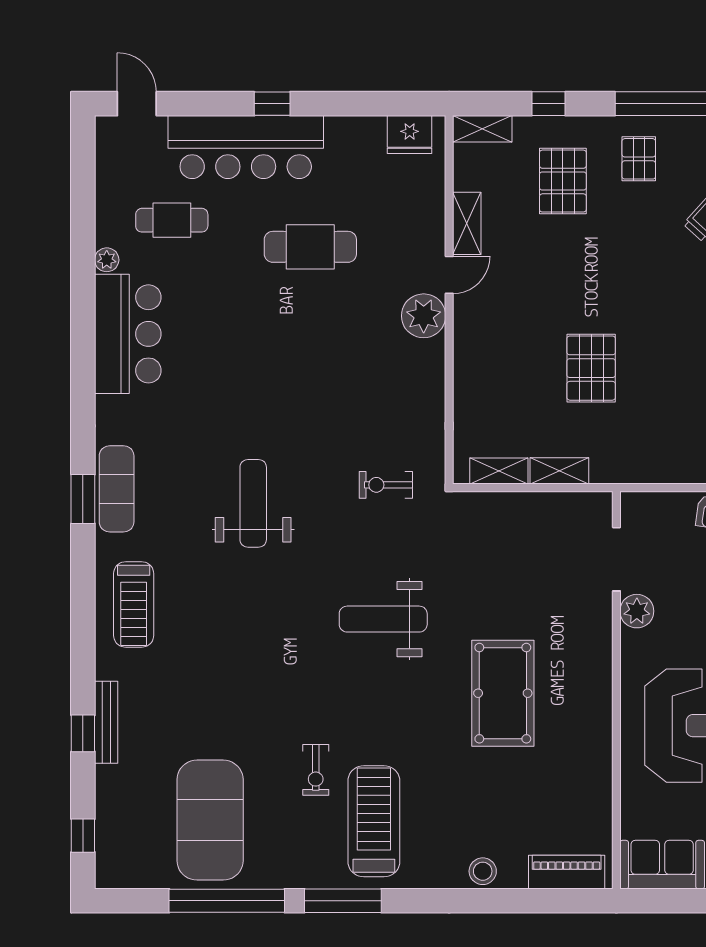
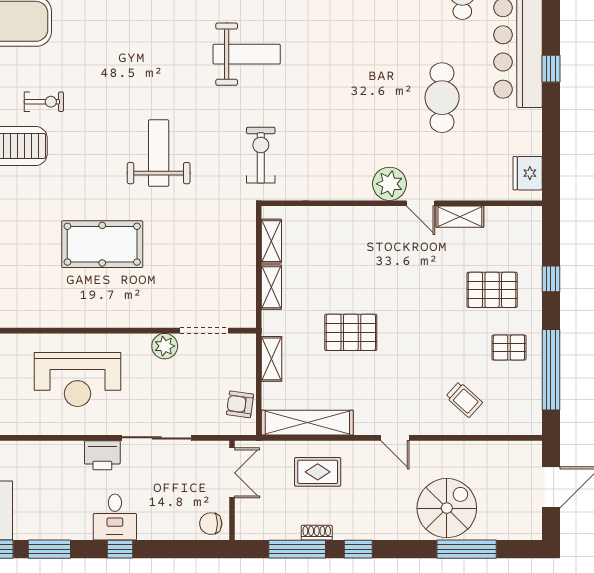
shelving: (482, 129) -> (272, 359), moved
pallet: (591, 368) -> (351, 332), moved
exercise bike: (386, 485) -> (261, 155), width x1.38, depth x1.39
exercise bike: (316, 770) -> (44, 102), turned 180

